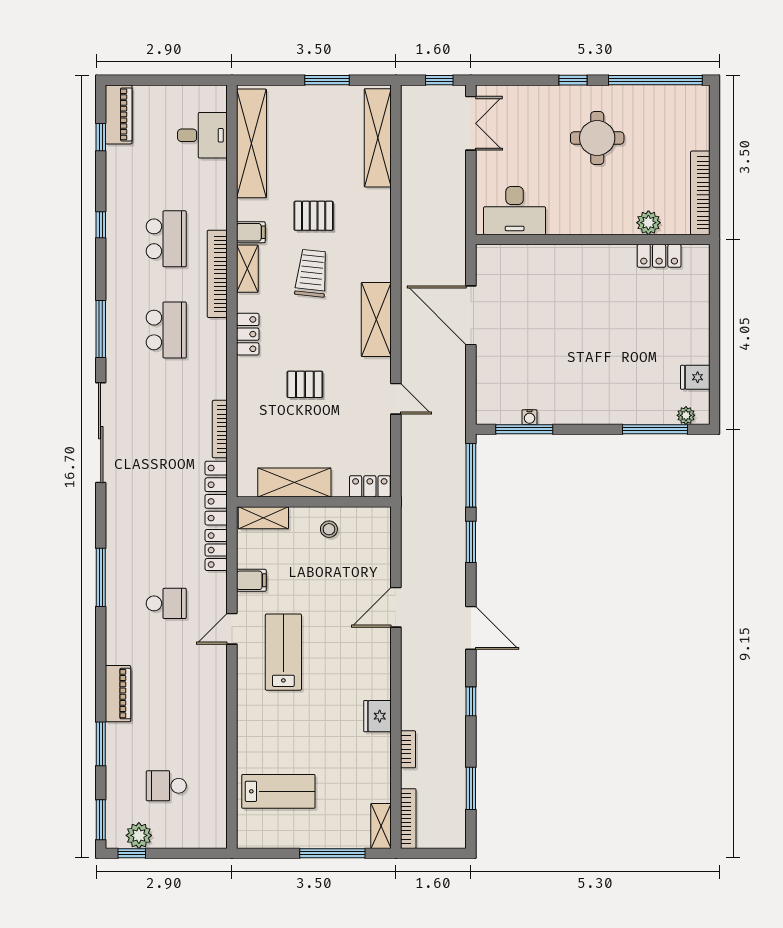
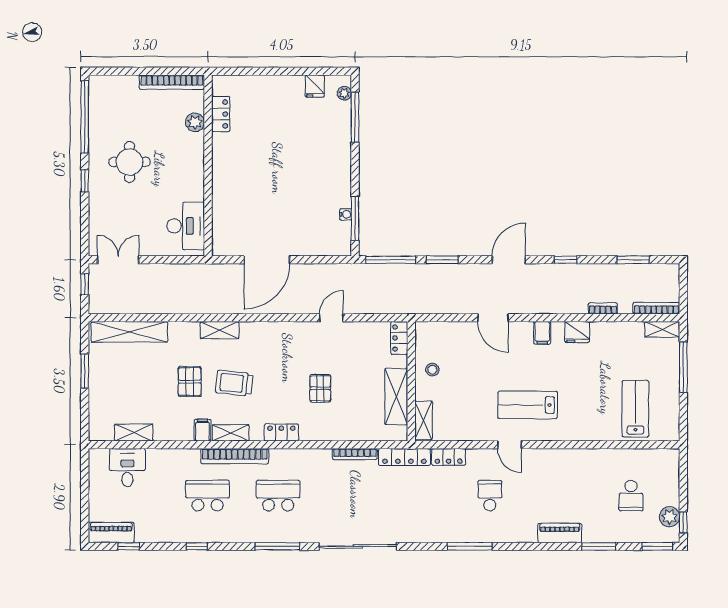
shelving: (251, 143) -> (134, 433), width x0.45, depth x0.75
shelving: (376, 319) -> (220, 330), moved, width x0.67, depth x0.75
filing cabinet: (251, 580) -> (542, 333), moved, turned 180

